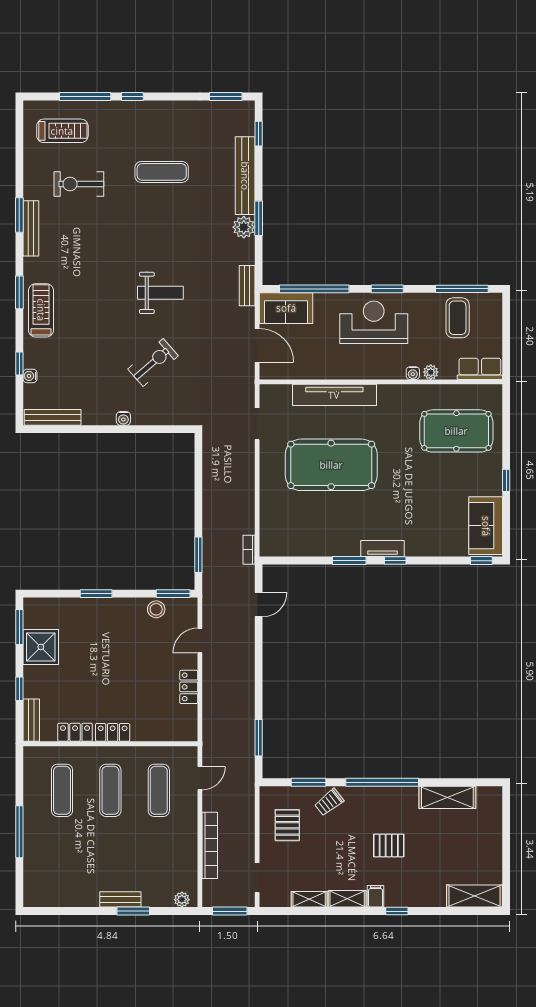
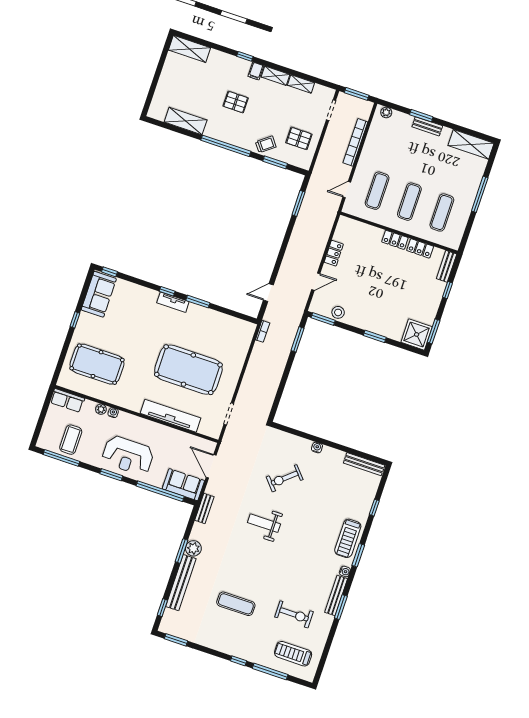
water cooler: (30, 376) -> (345, 571), moved
shower: (41, 647) -> (417, 334), moved
pallet: (287, 825) -> (299, 138), turned 90
shelving: (54, 895) -> (471, 144), added

